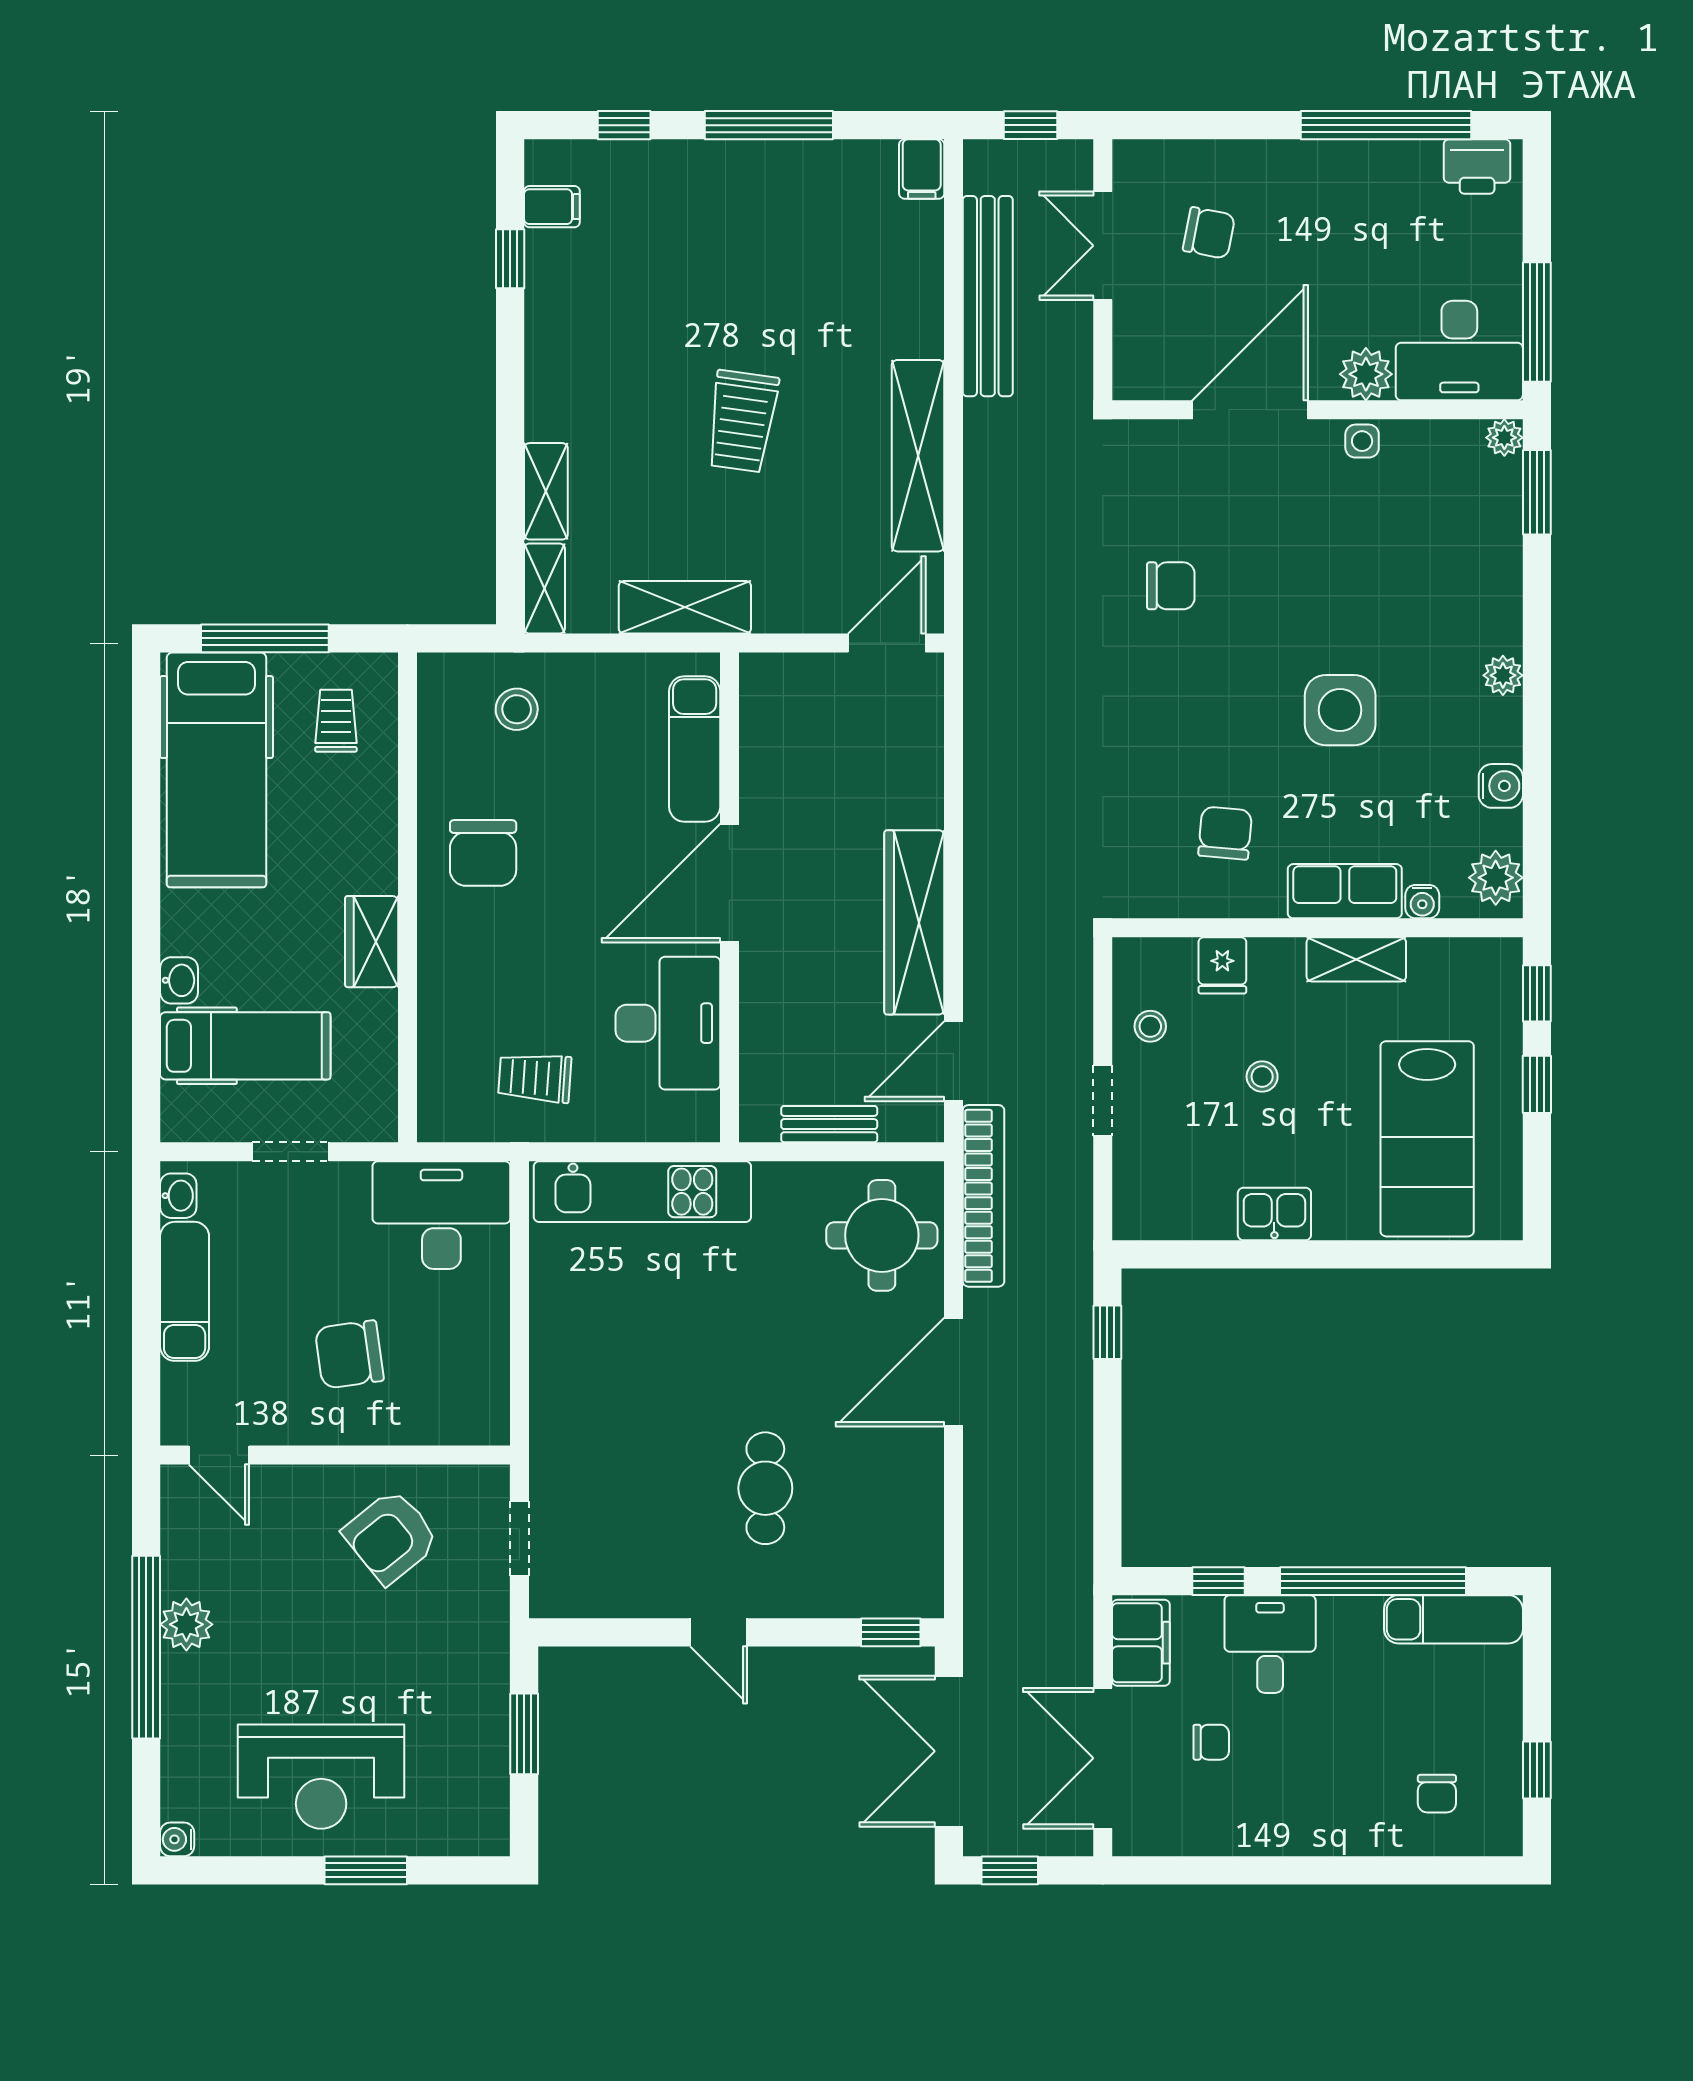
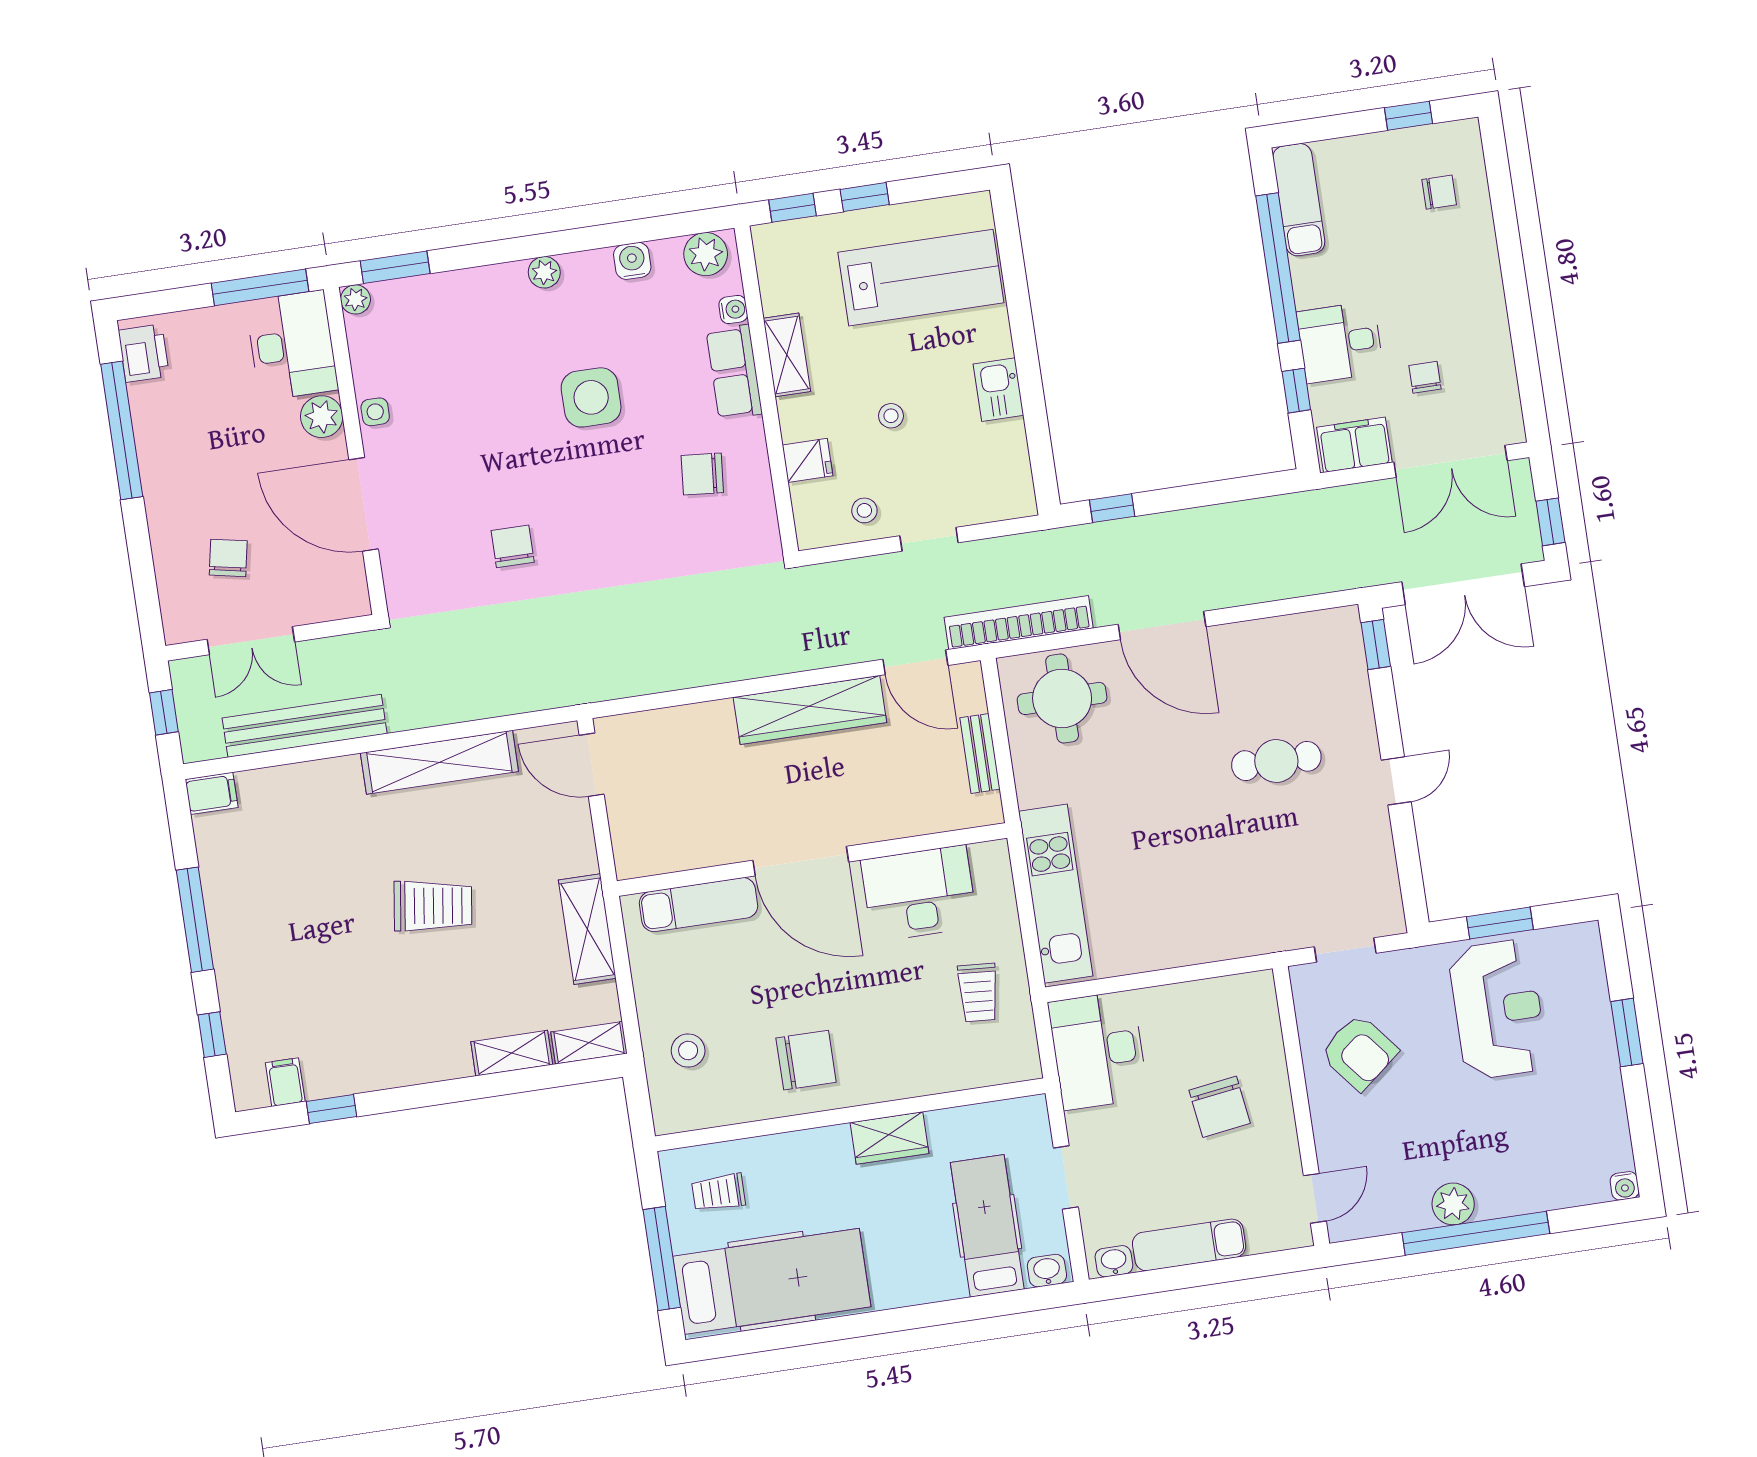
washbasin: (179, 980) -> (1047, 1271), moved
reception desk: (321, 1777) -> (1498, 1009), moved

